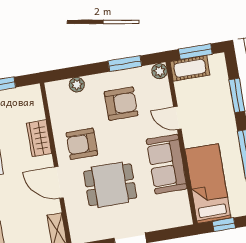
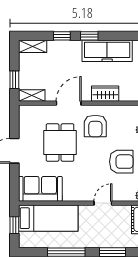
armchair: (121, 104) -> (121, 162), turned -90
armchair: (82, 144) -> (95, 126), turned 180
sofa: (167, 164) -> (40, 189), moved

